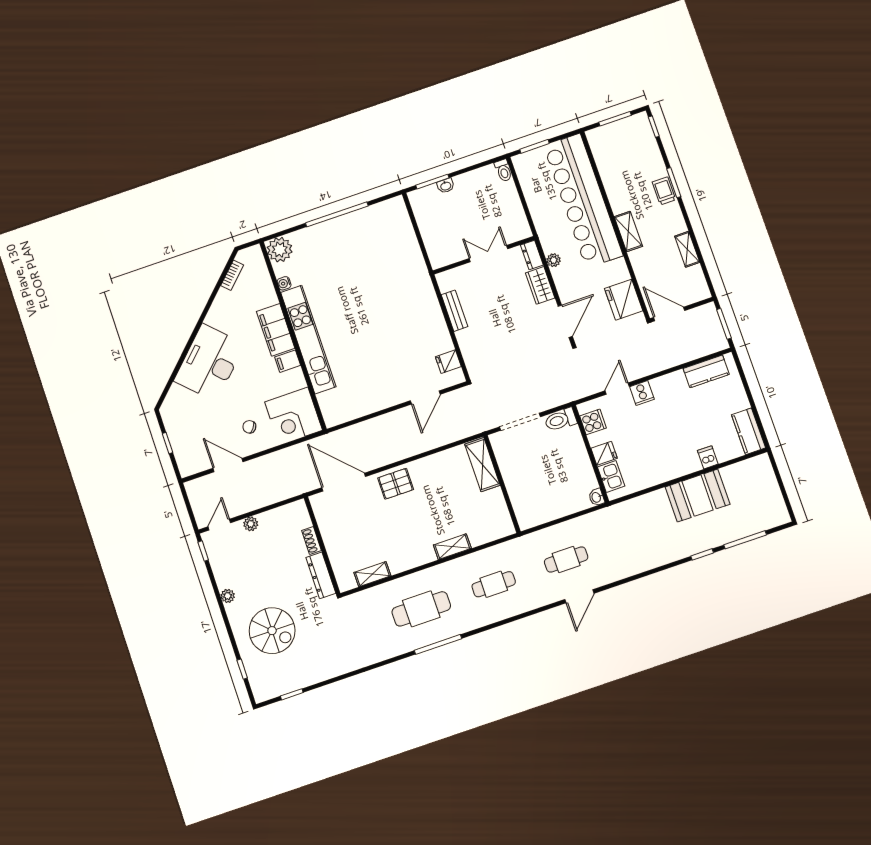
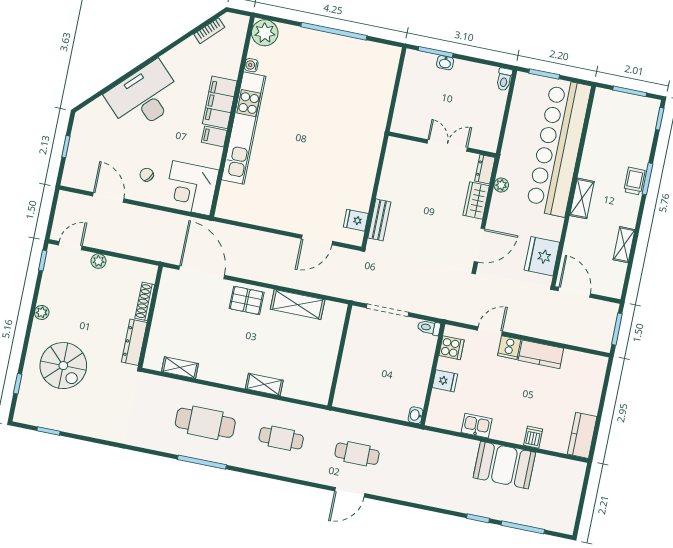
bench: (455, 311) -> (379, 220), moved
kitchen counter: (706, 371) -> (541, 354), moved
toilet: (561, 420) -> (429, 328), width x0.73, depth x0.72
shelving: (482, 465) -> (298, 305), moved, turned 90
kitchen sink: (611, 477) -> (477, 426), moved, turned -90
shoe rack: (312, 540) -> (145, 301), width x1.43

